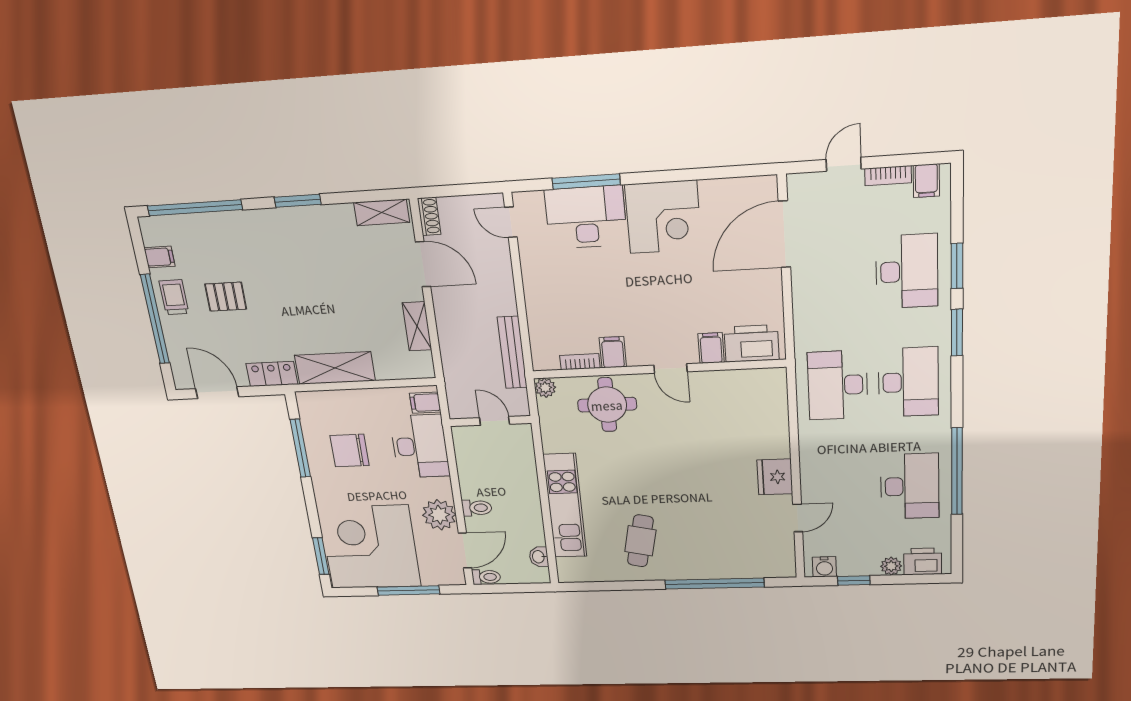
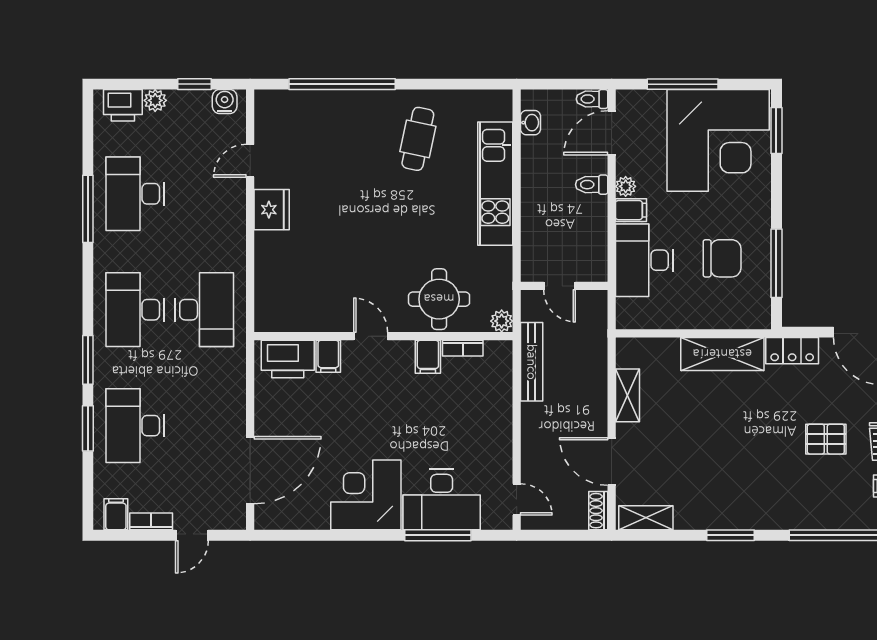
filing cabinet: (425, 403) -> (631, 210), moved
window: (957, 471) -> (88, 209), width x0.68
plant: (439, 515) -> (626, 186), width x0.53, depth x0.53

